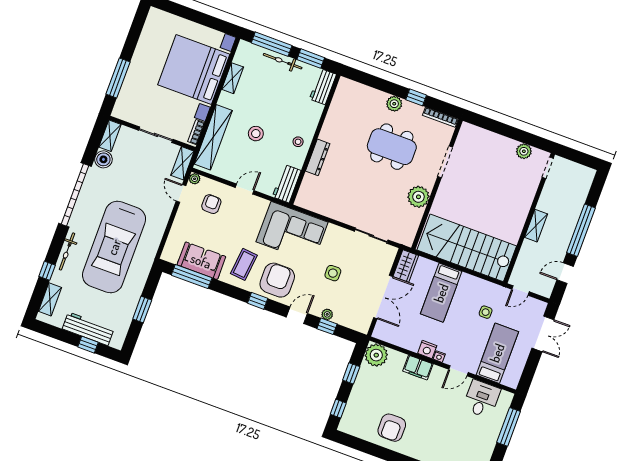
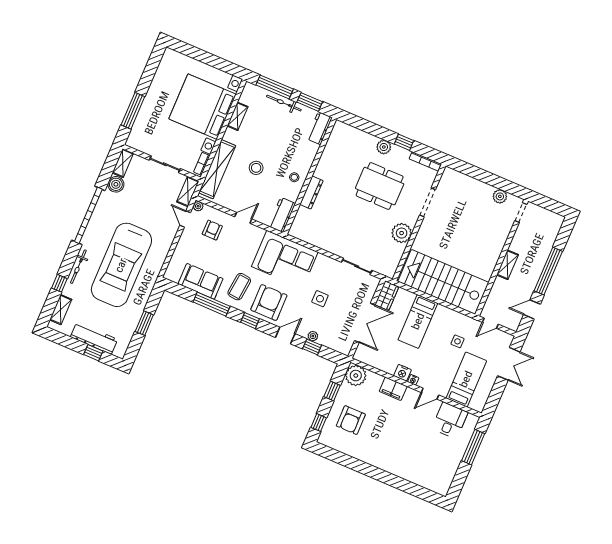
window: (192, 277) -> (212, 304), moved
armchair: (392, 428) -> (351, 420), moved

